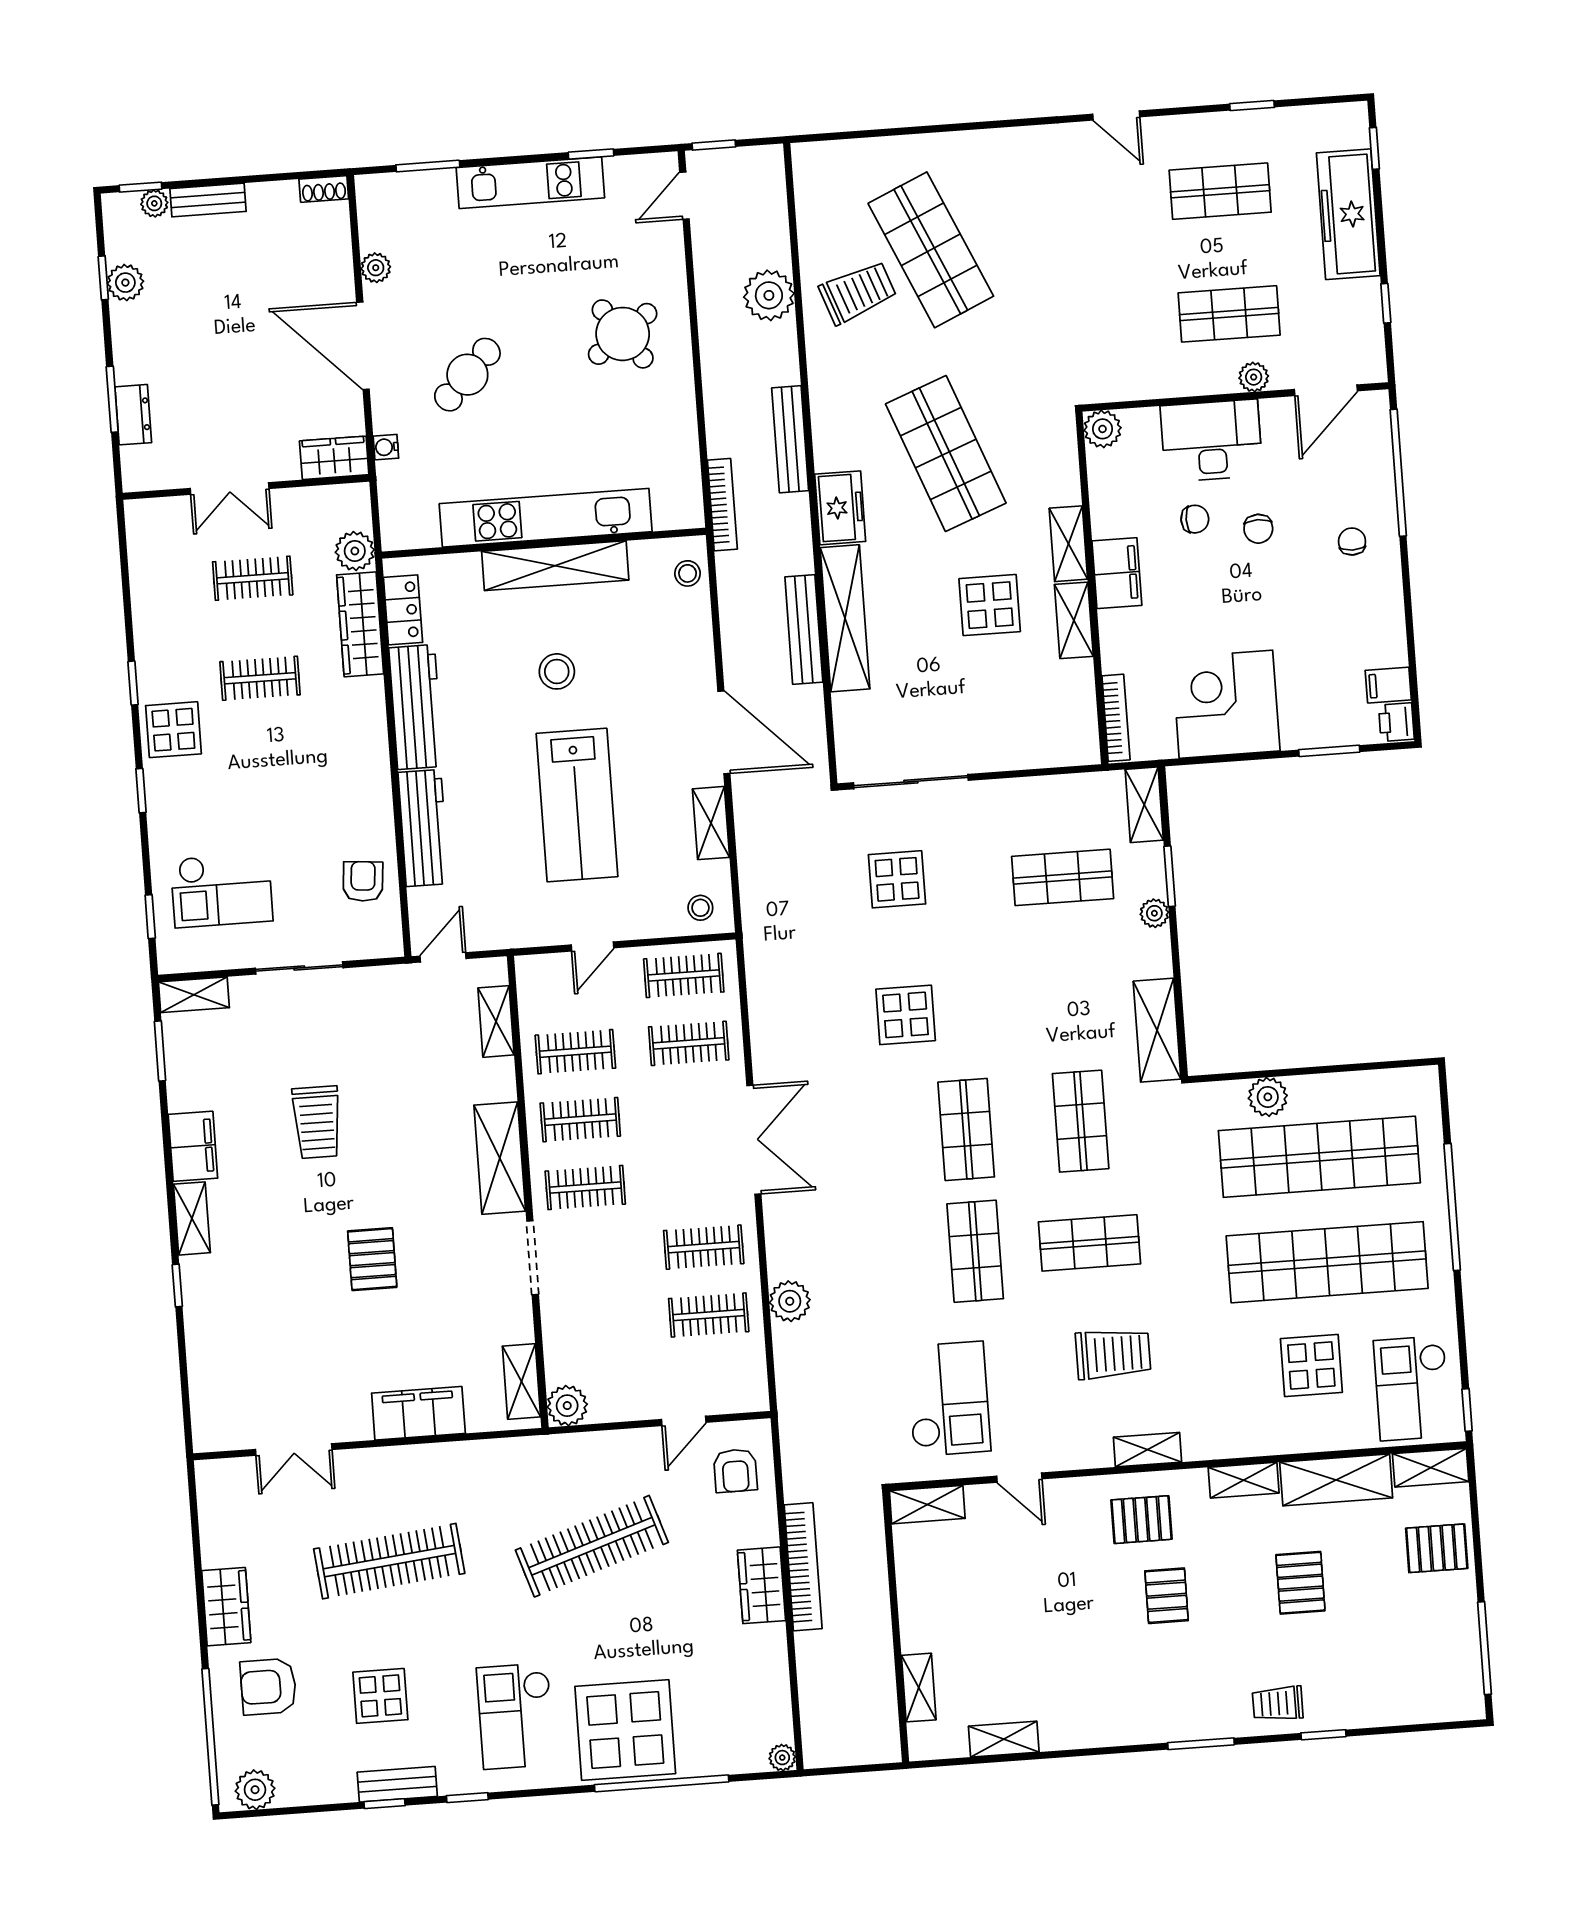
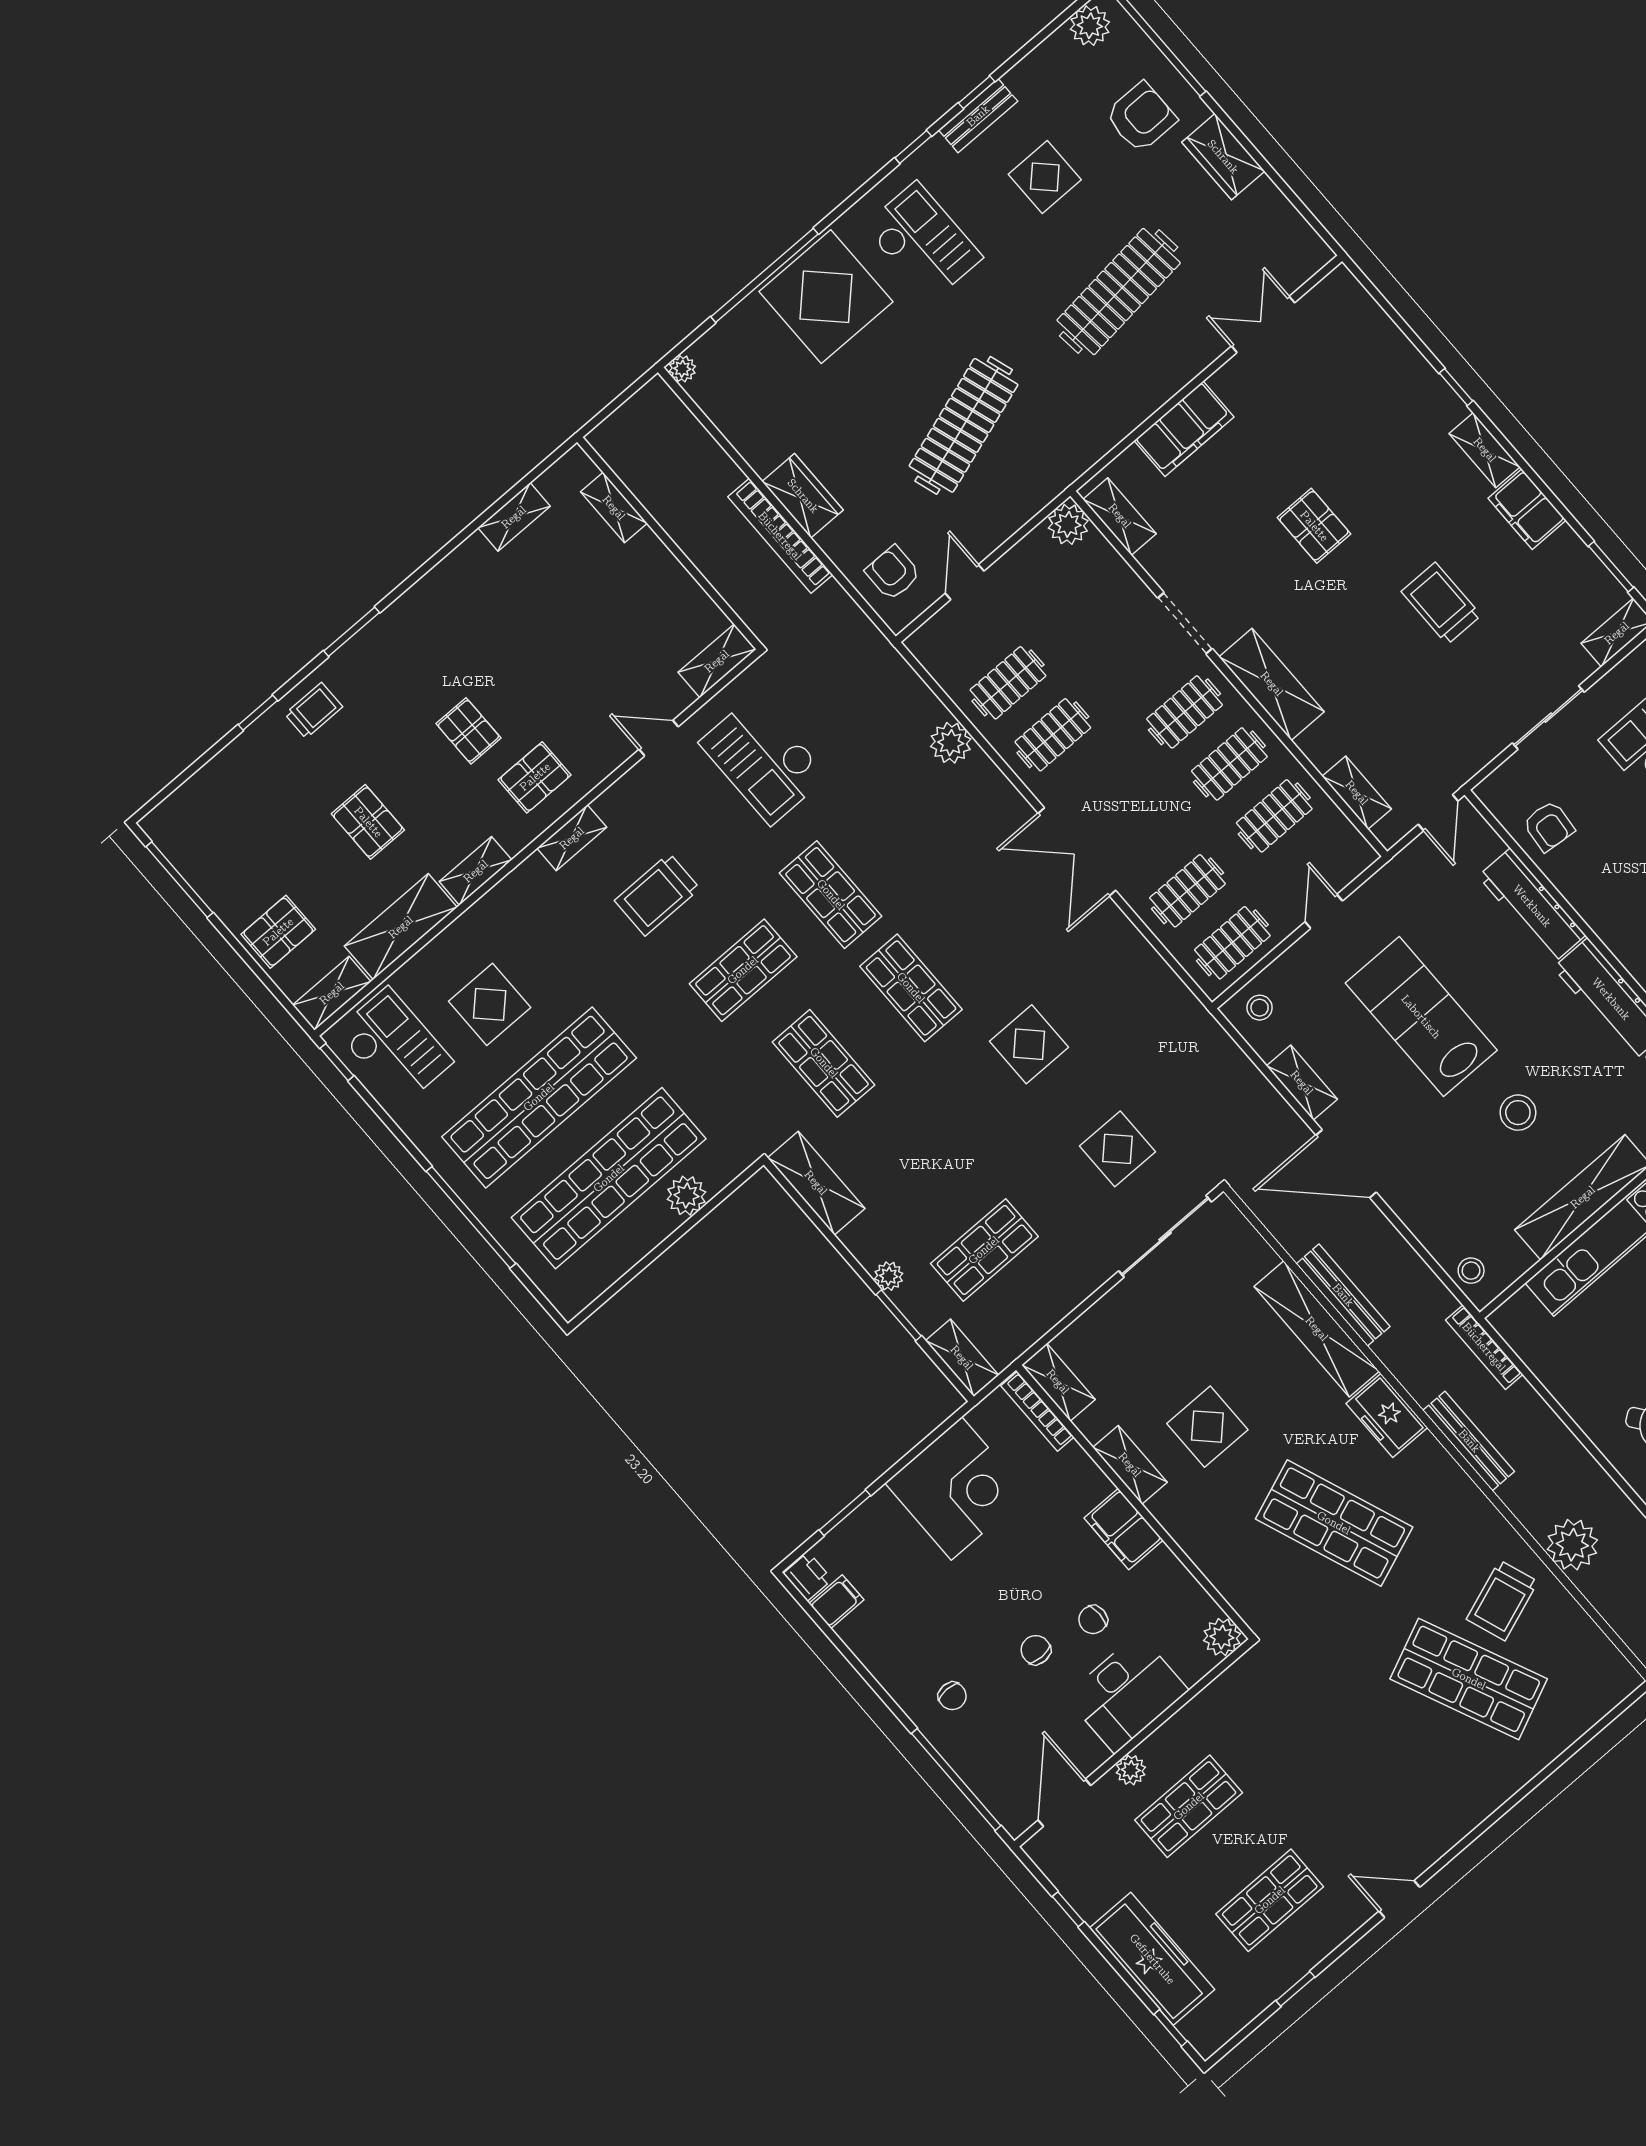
shelving: (1068, 544) -> (1058, 1382), moved

